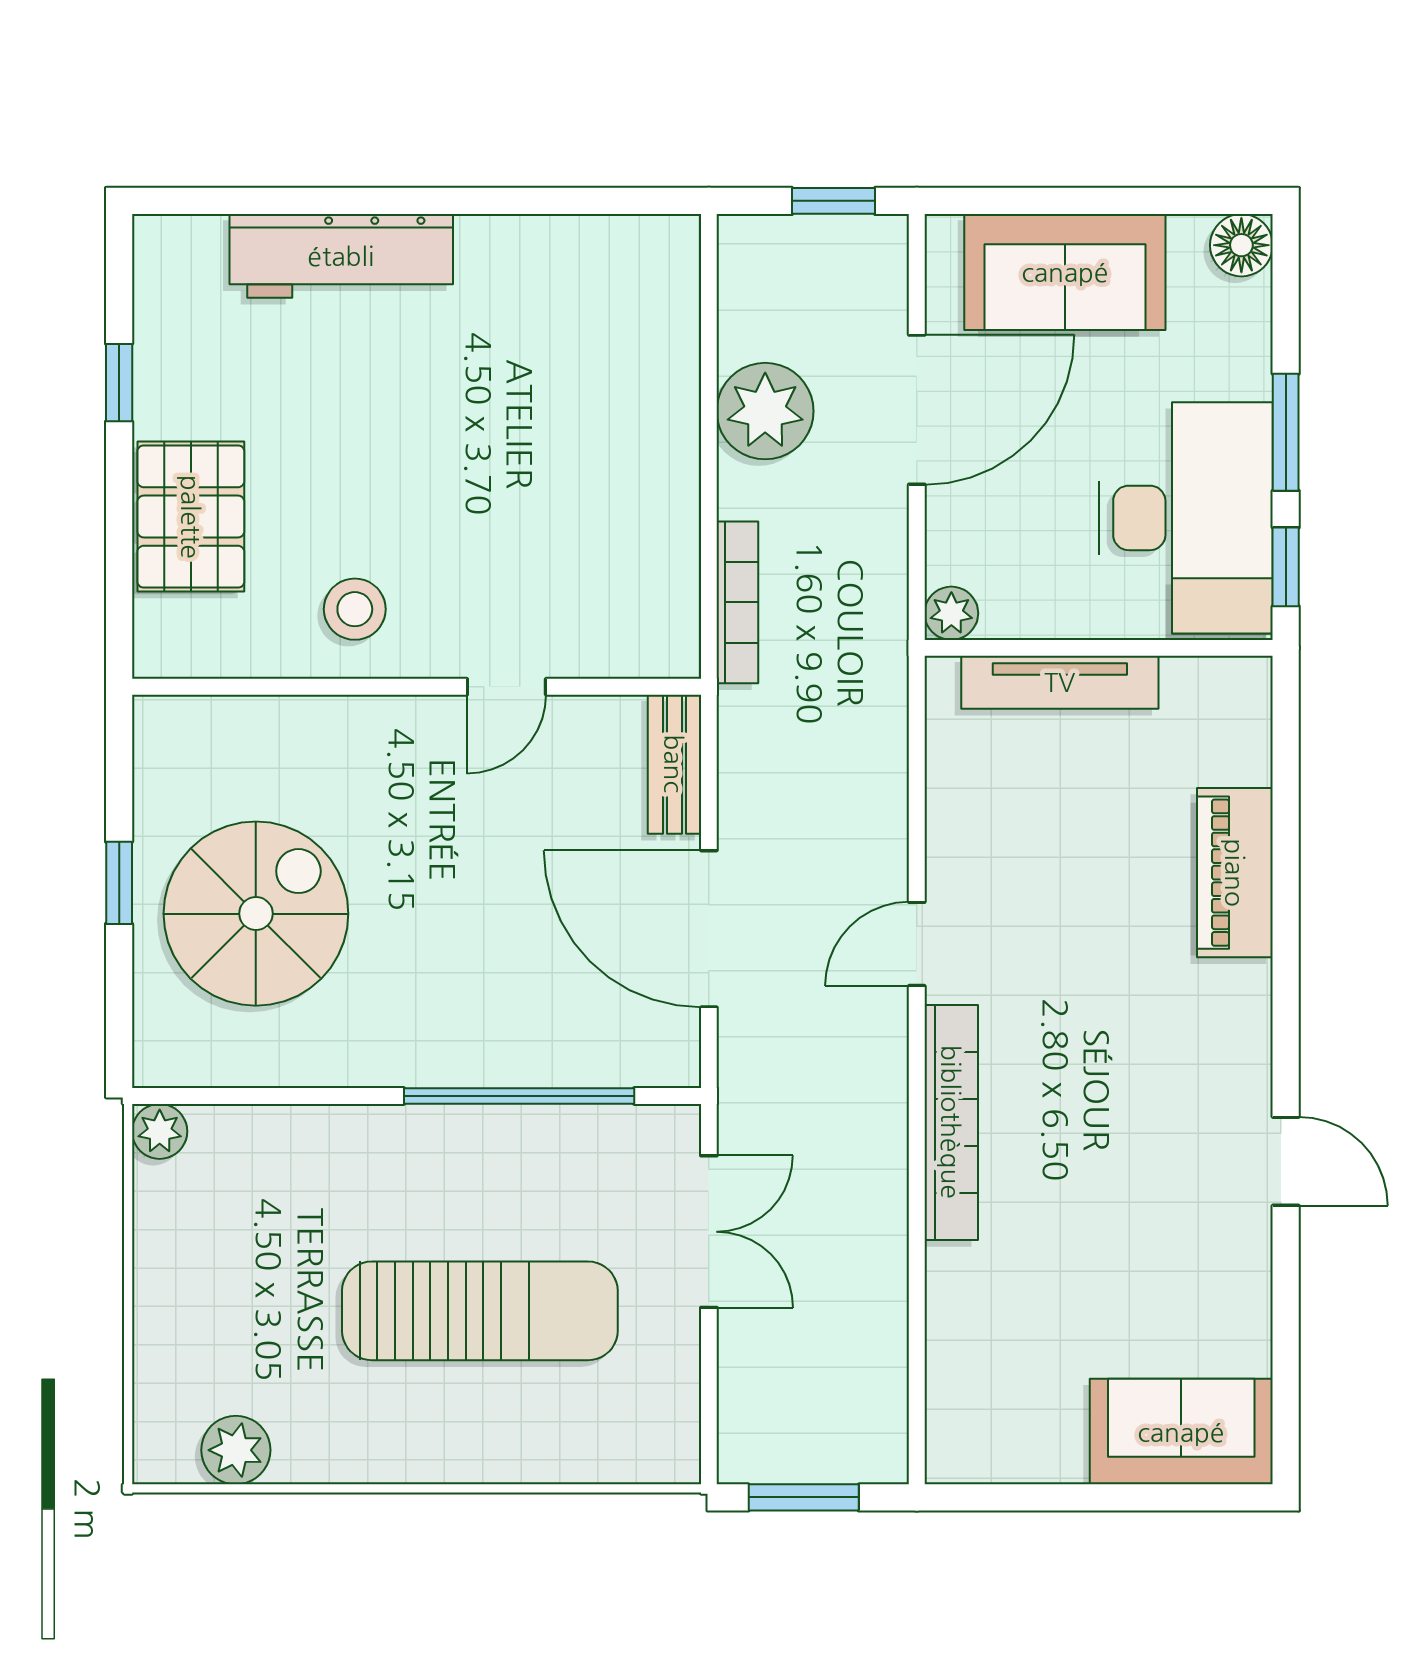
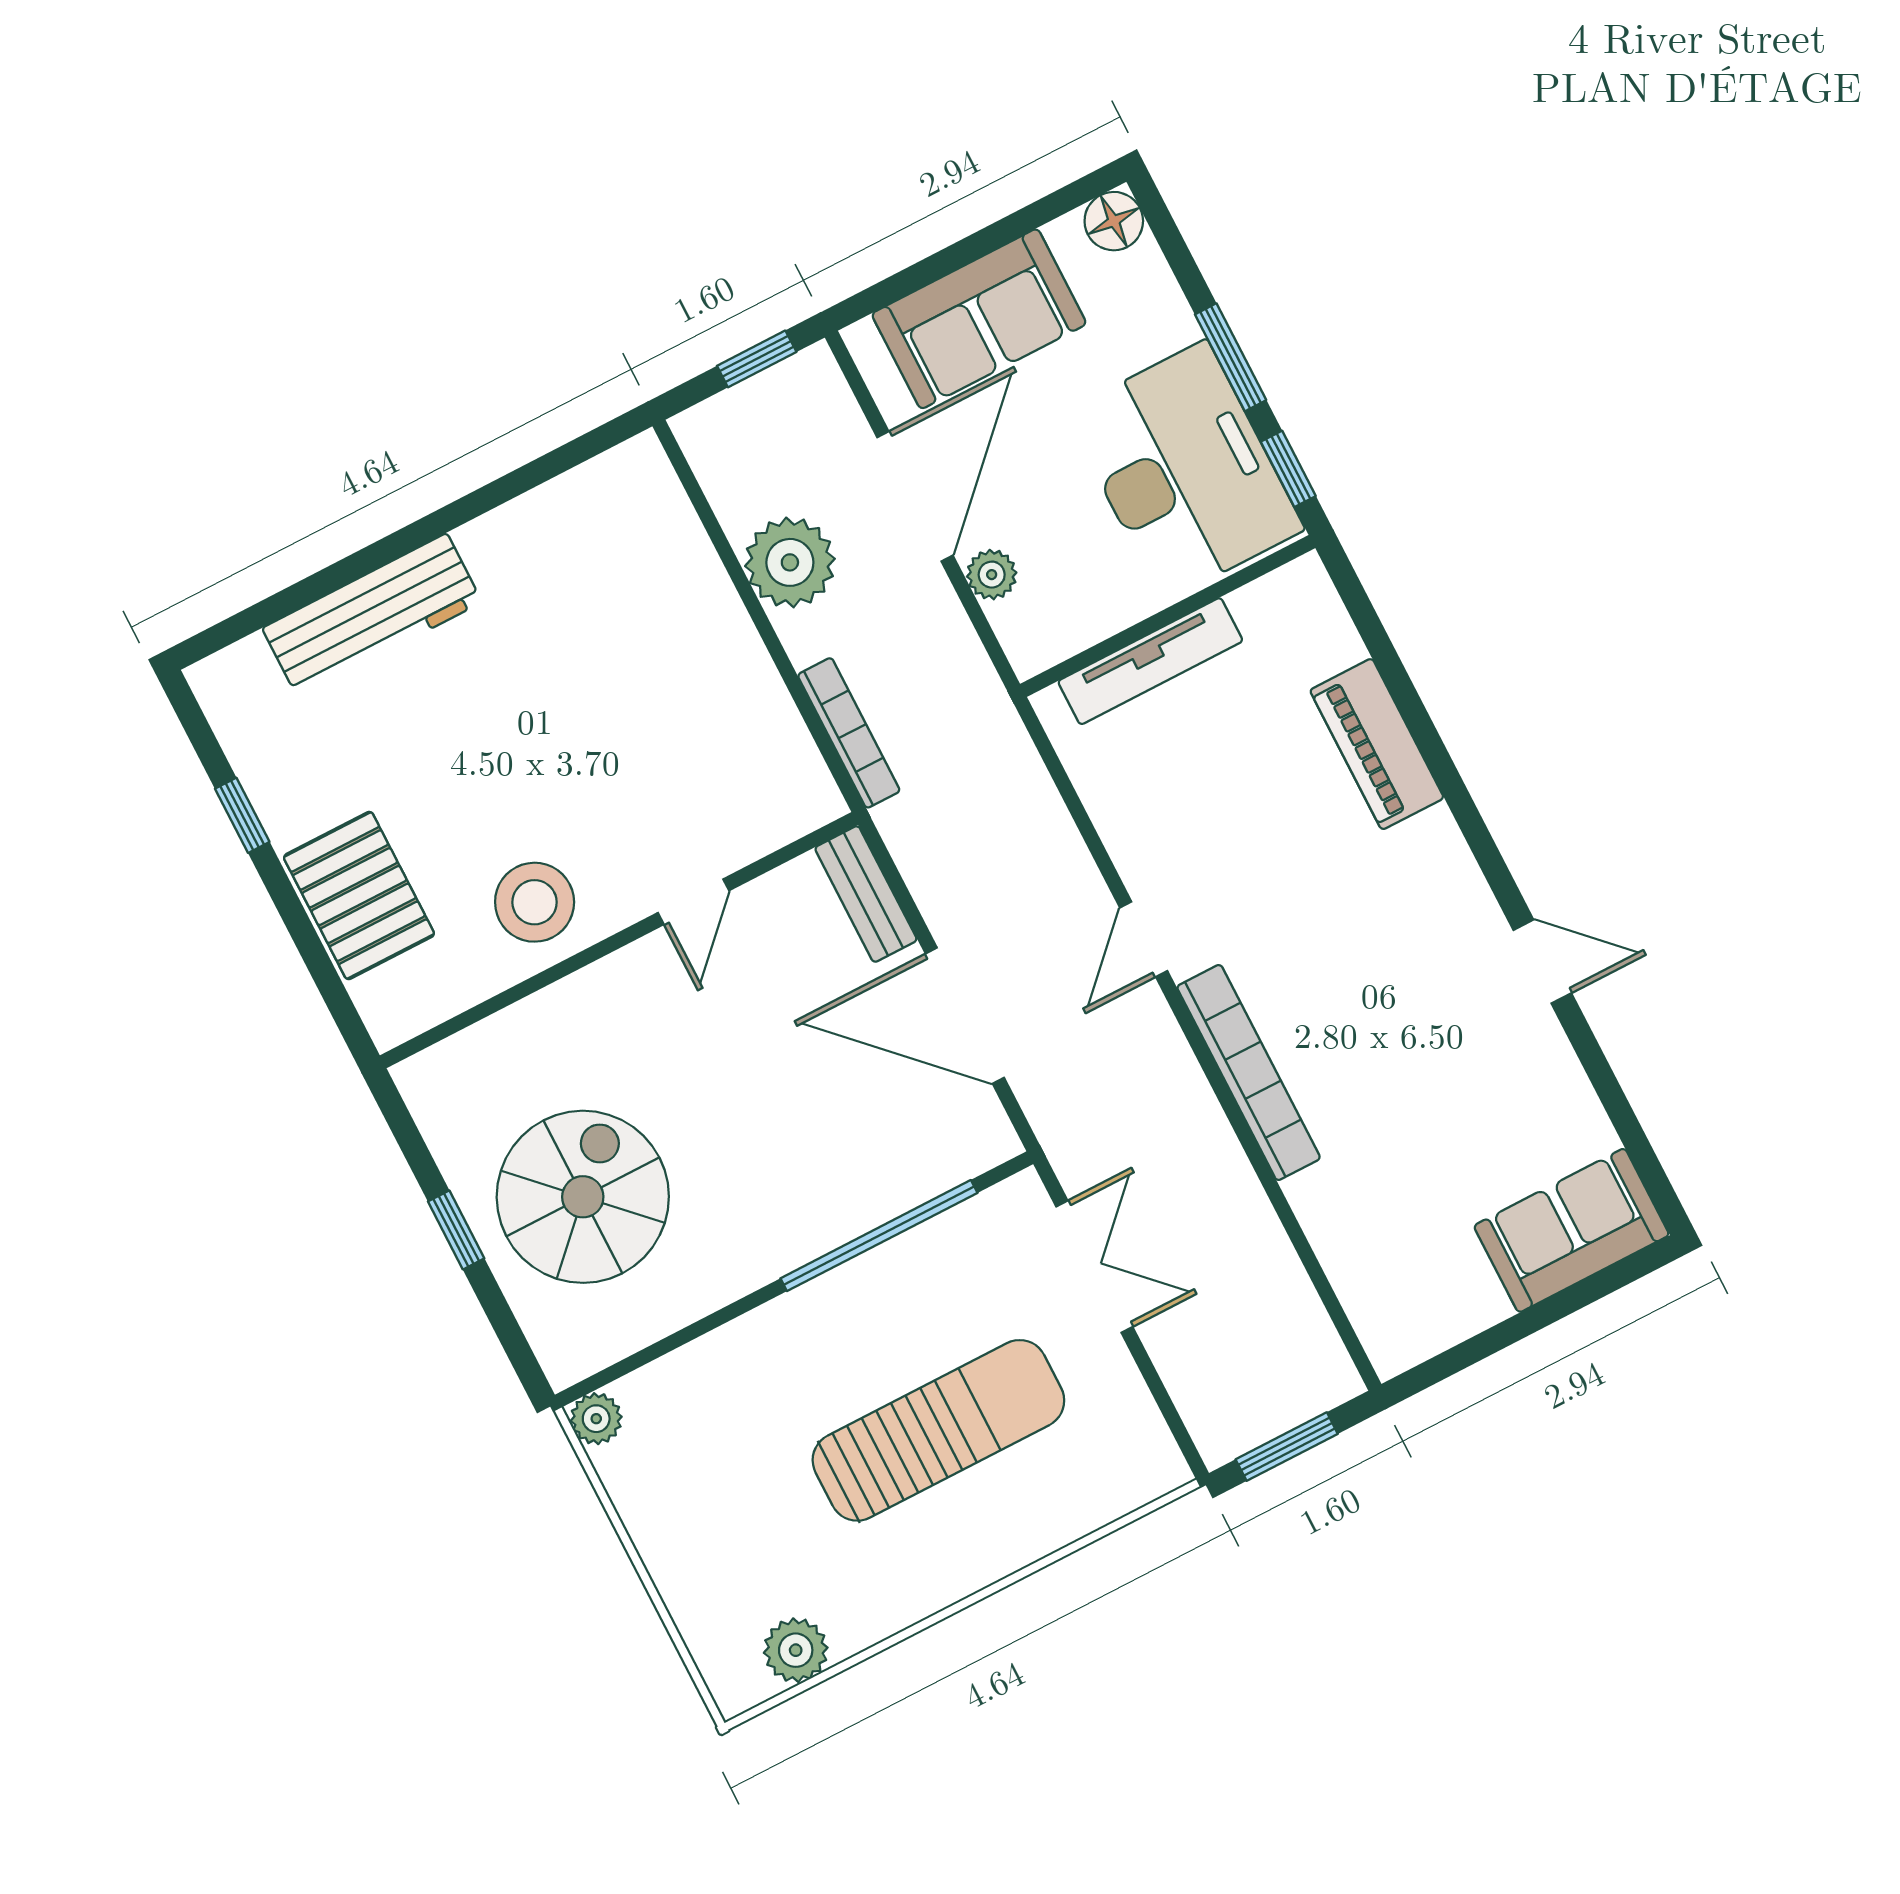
stool: (355, 609) -> (535, 902), width x1.38, depth x1.38
plant: (951, 613) -> (992, 575), moved

